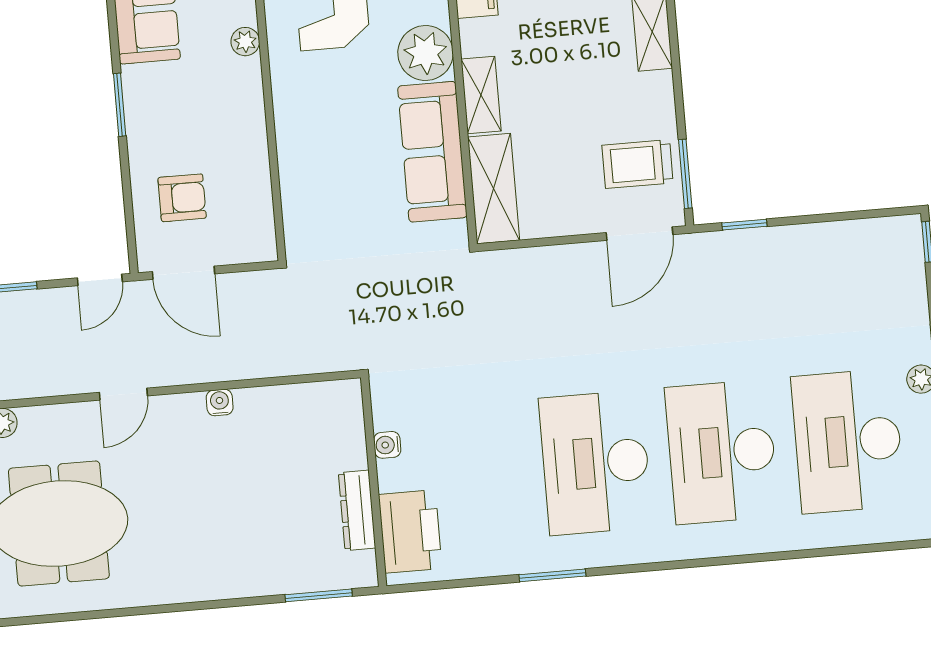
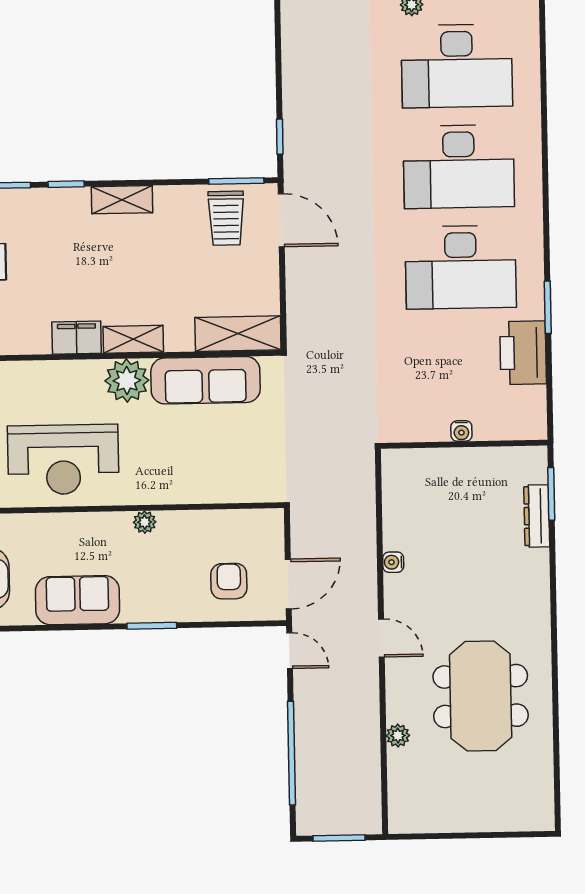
plant: (245, 42) -> (145, 522), moved
shelving: (481, 95) -> (133, 339), moved
water cooler: (387, 445) -> (461, 431), moved
dresser: (357, 510) -> (537, 516), moved, turned 90
printer: (410, 531) -> (523, 353), moved, turned -90

